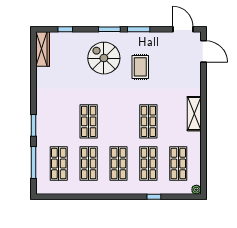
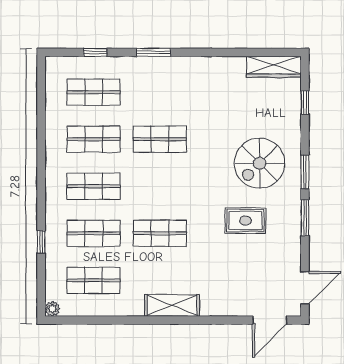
spiral stairs: (104, 58) -> (260, 163), turned 180
window: (33, 162) -> (95, 52), width x0.46

